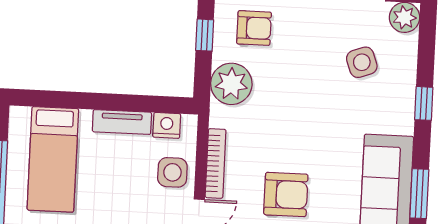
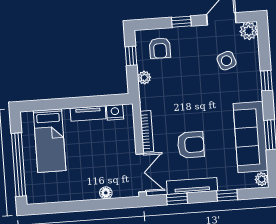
armchair: (254, 28) -> (160, 48), turned 90
plant: (231, 84) -> (144, 78), width x0.53, depth x0.53
side table: (172, 172) -> (122, 140), removed

